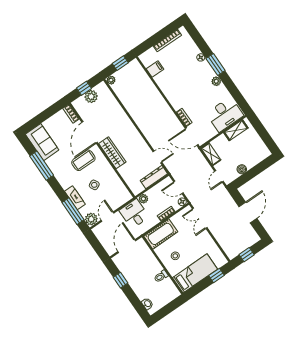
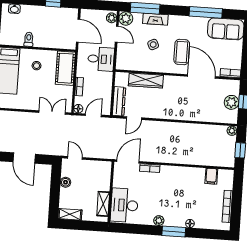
wardrobe: (112, 153) -> (146, 81), moved
shelving: (211, 154) -> (70, 214), moved
plant: (143, 199) -> (112, 18), moved

